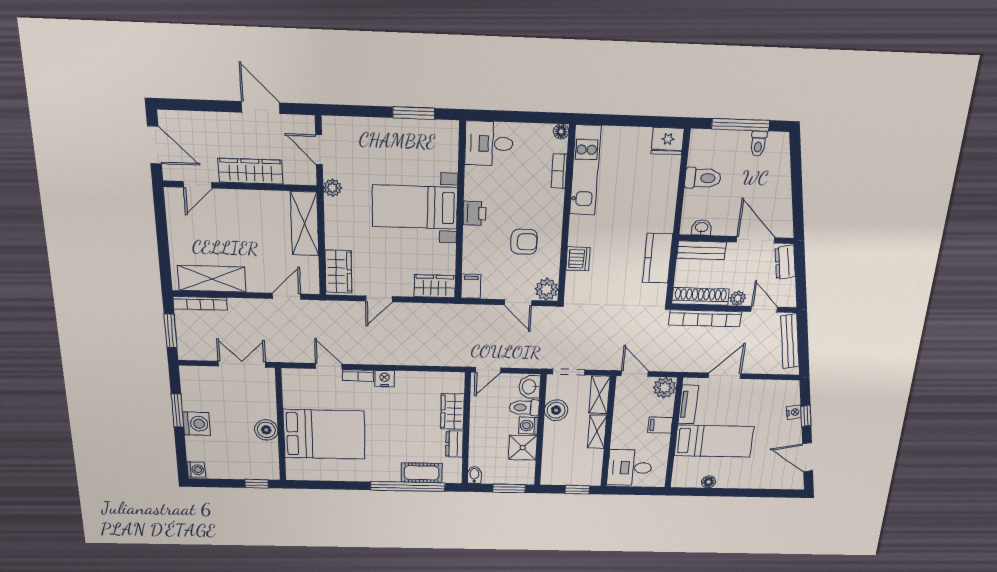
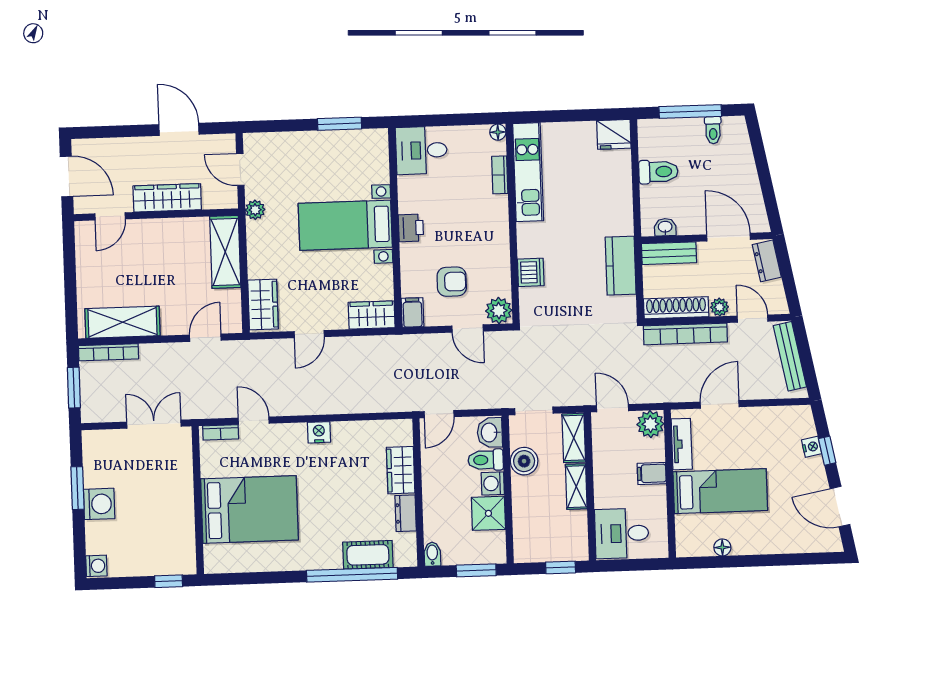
armchair: (524, 242) -> (452, 282), moved
bookcase: (358, 375) -> (221, 432), moved
boiler: (266, 430) -> (181, 507), removed

